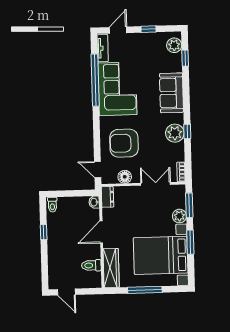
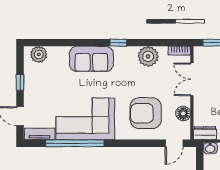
window: (185, 58) -> (53, 43), removed
window: (187, 131) -> (118, 43), moved
plant: (175, 133) -> (148, 56), moved
armchair: (124, 143) -> (146, 113), turned 90

